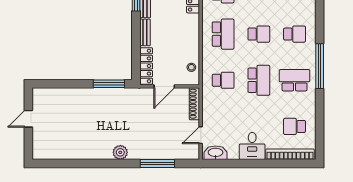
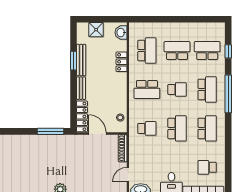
school desk: (223, 34) -> (147, 89), turned 90
school desk: (295, 34) -> (207, 89), width x1.85
window: (320, 66) -> (228, 94), moved
school desk: (295, 80) -> (207, 128), turned 90
door: (164, 86) -> (97, 134), swing flipped

